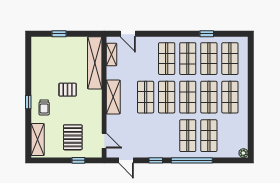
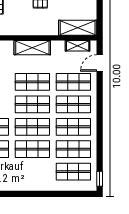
window: (207, 34) -> (100, 179), moved
shelving: (95, 63) -> (78, 28), width x0.68
shop shelf: (230, 97) -> (73, 82), moved

